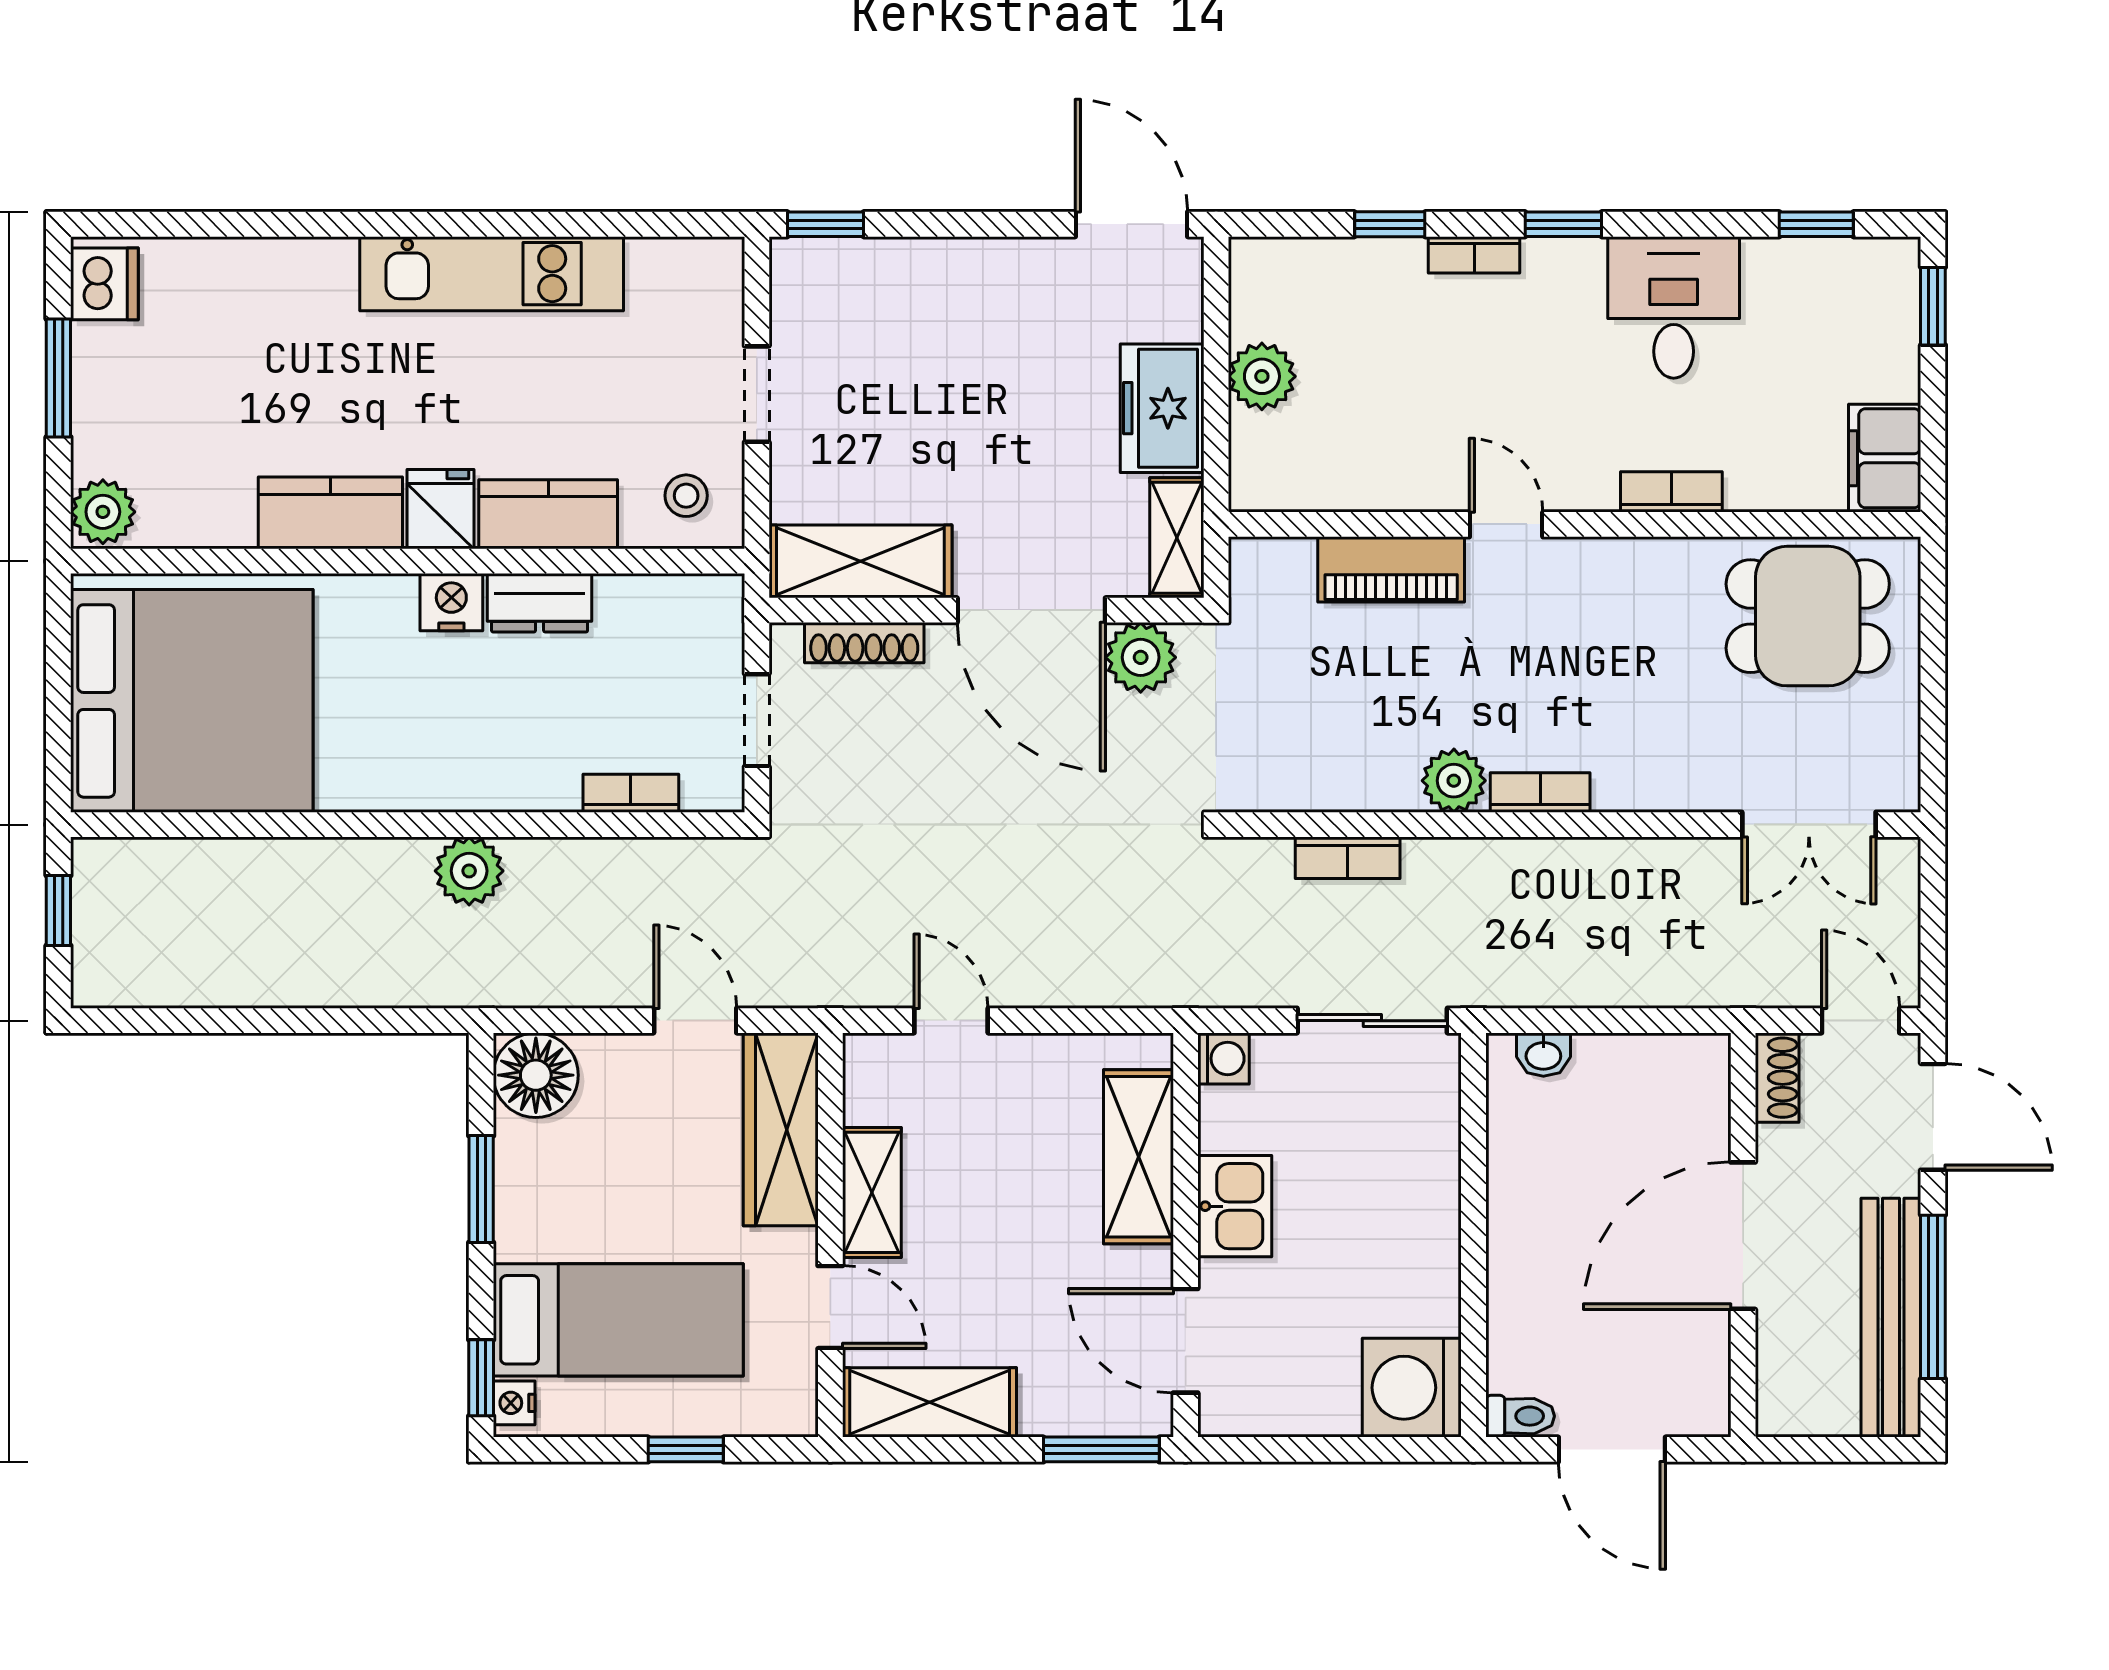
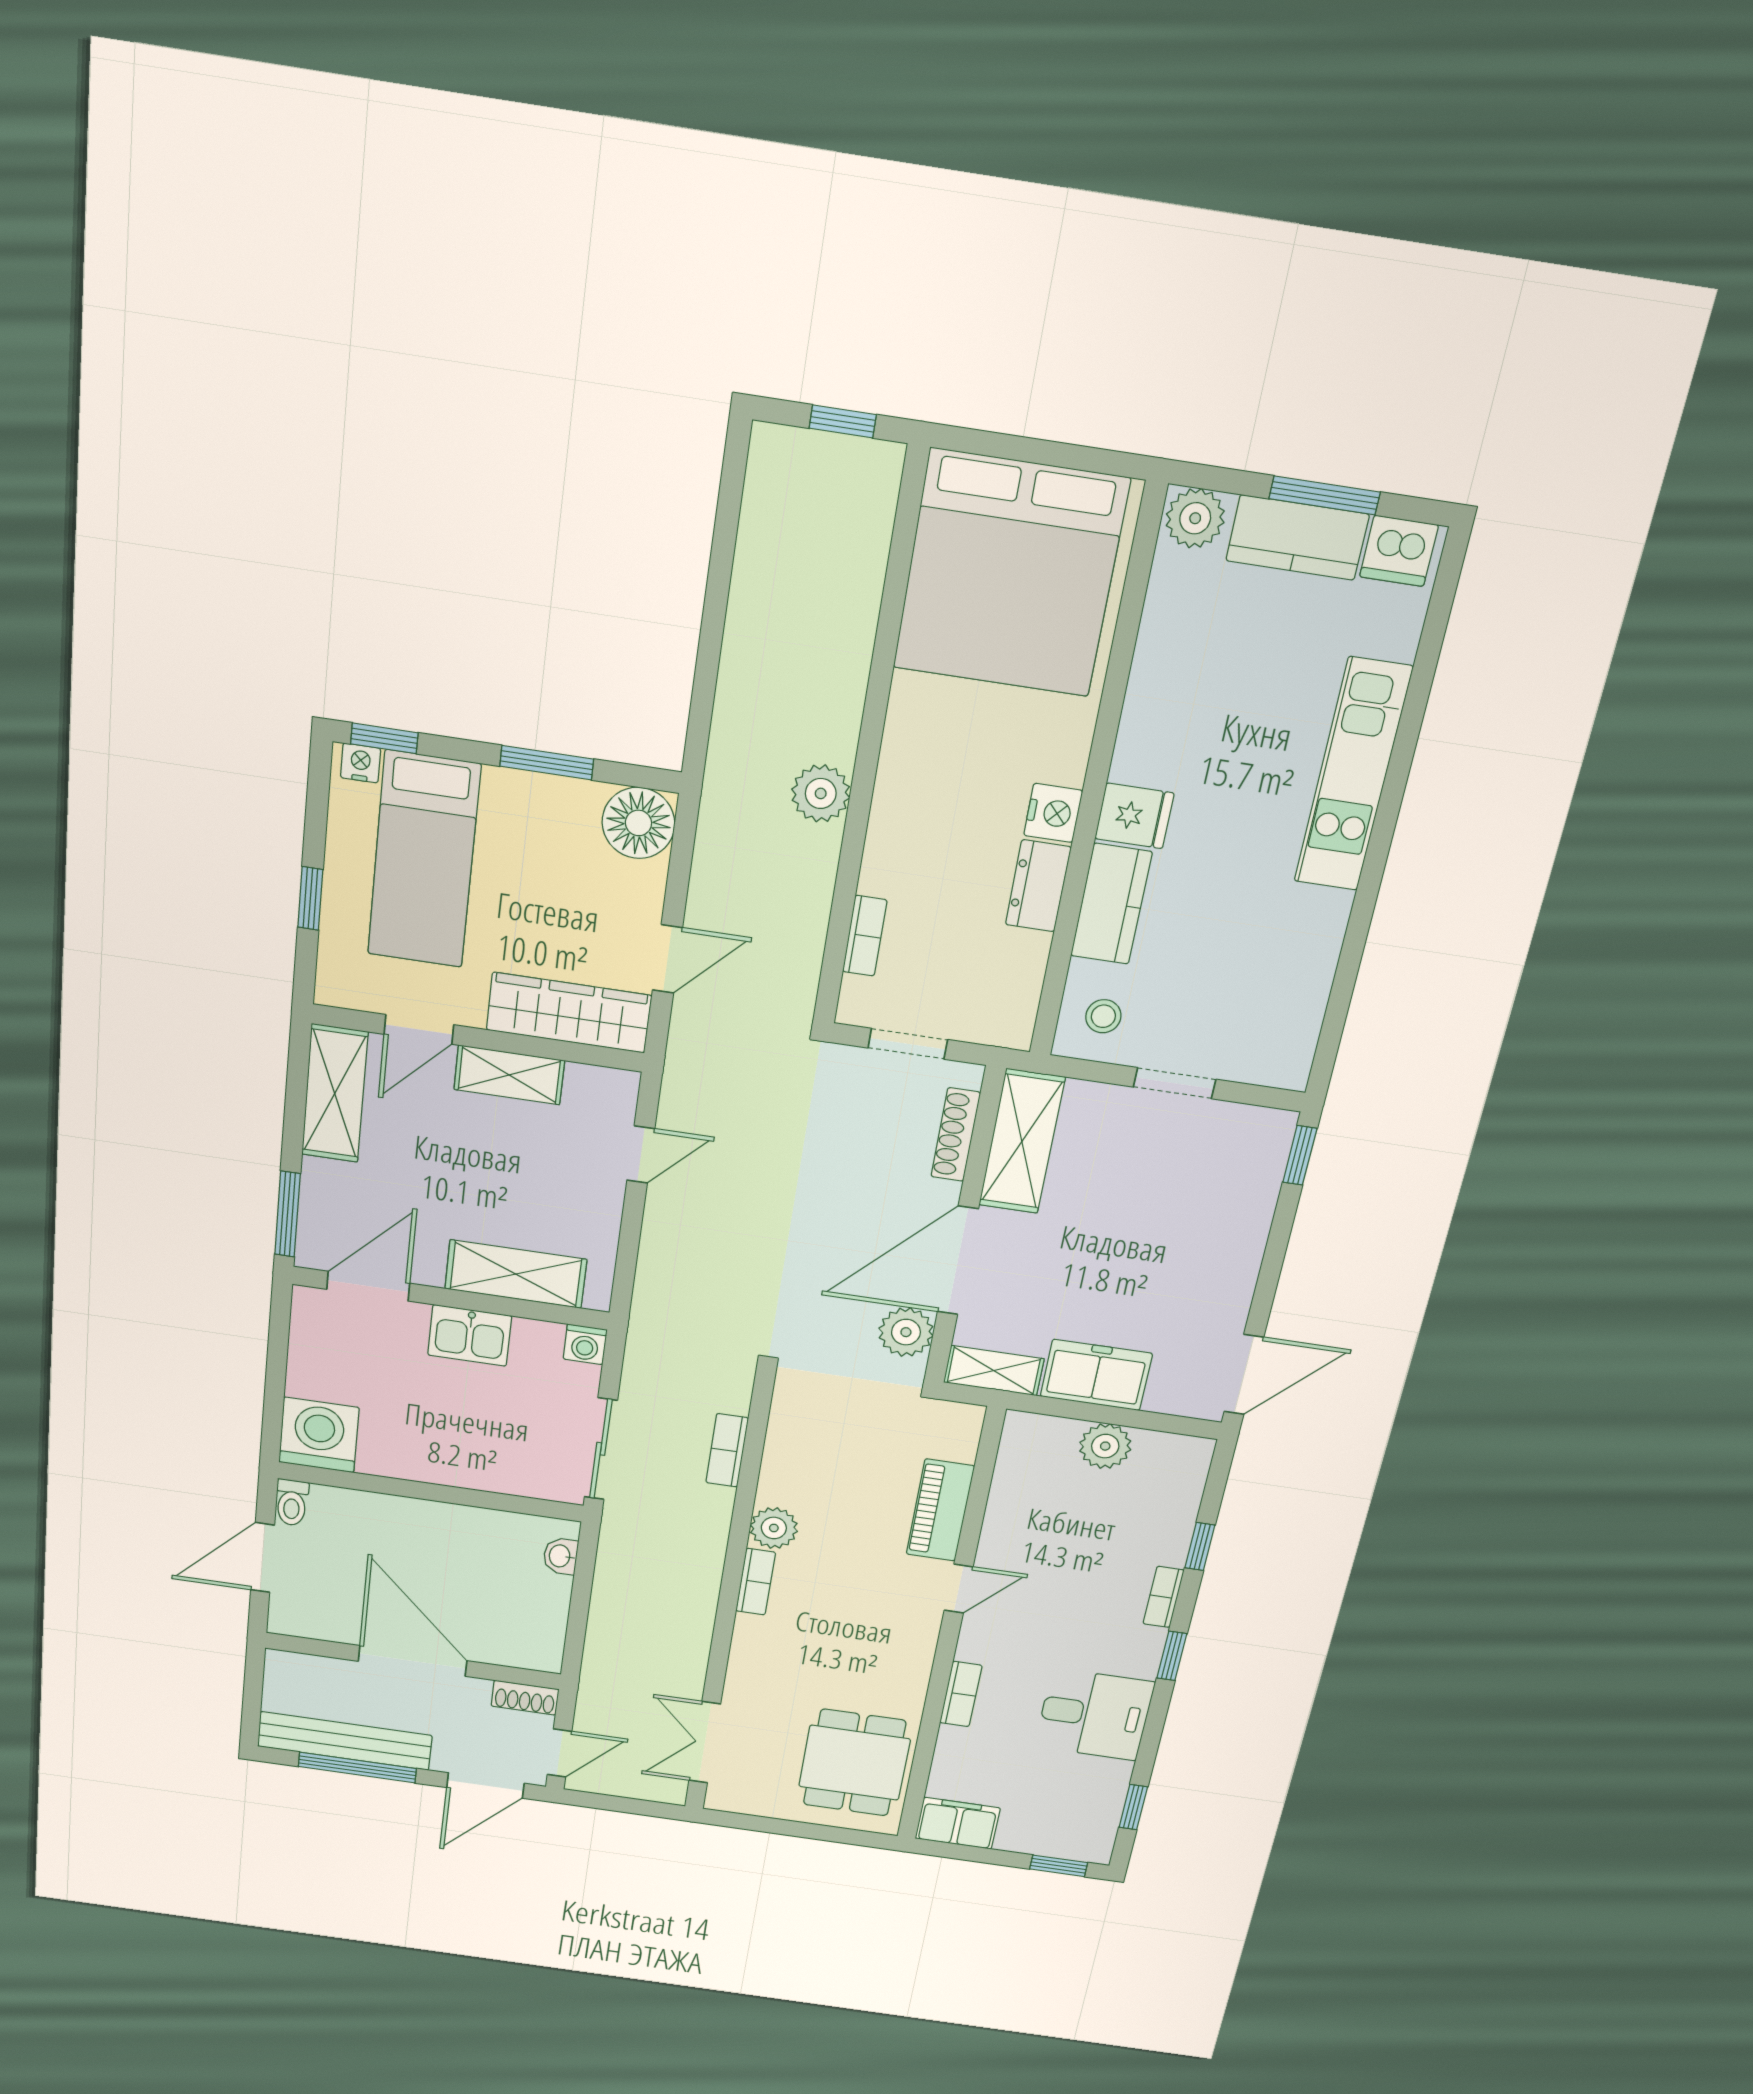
kitchen unit: (492, 274) -> (1353, 775), moved
kitchen counter: (330, 513) -> (1297, 538), moved, turned 90

